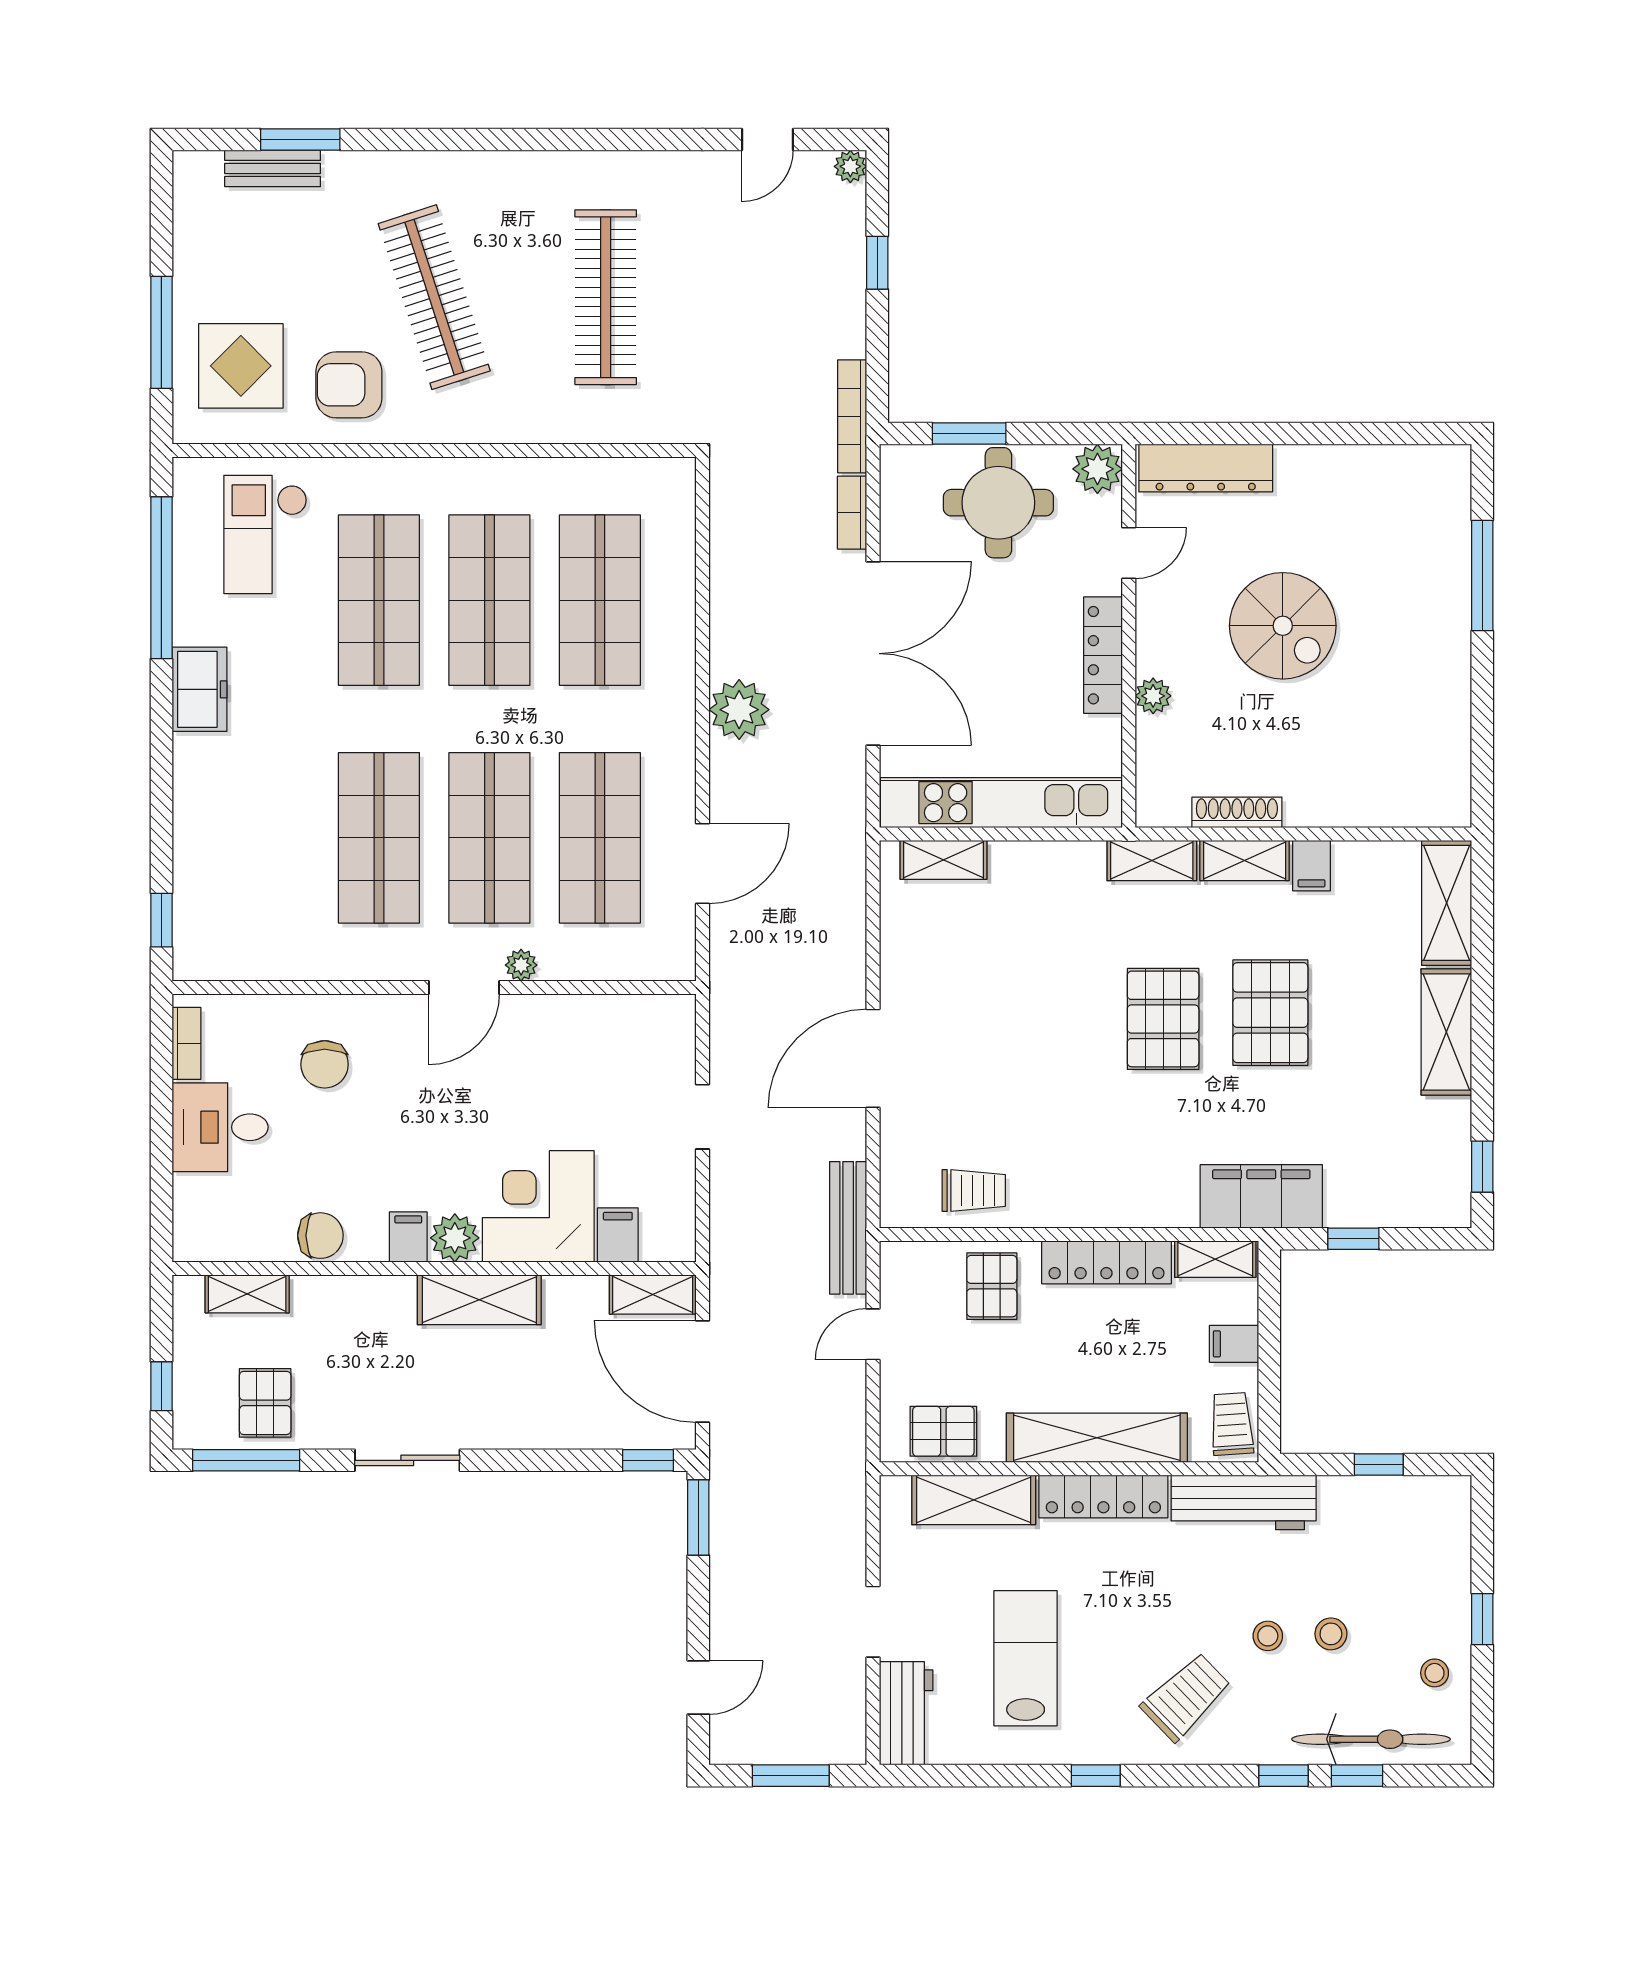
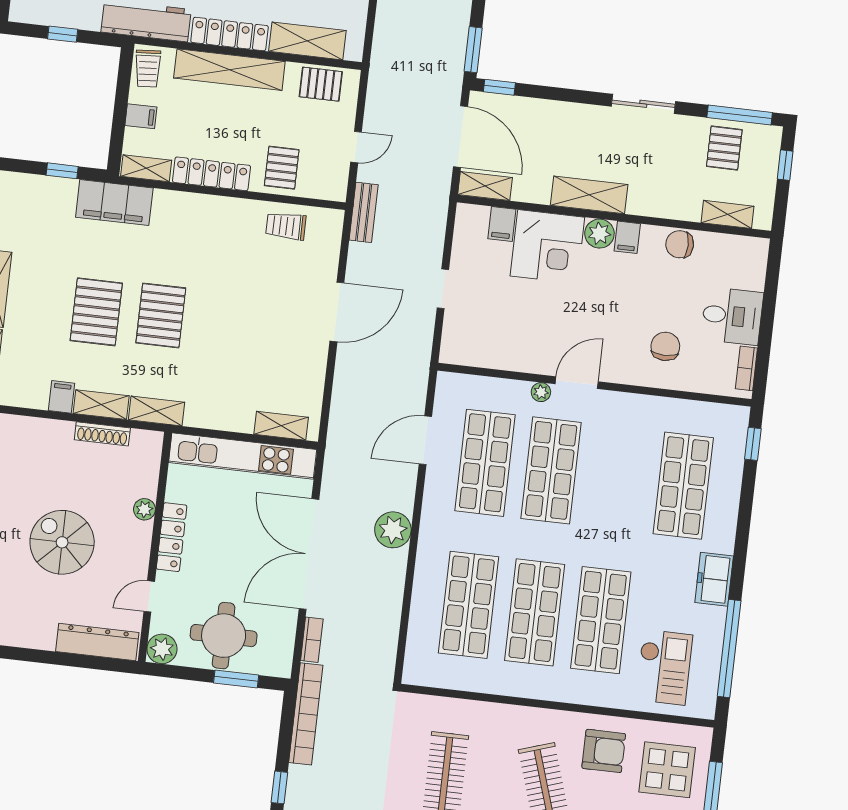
bookcase: (852, 416) -> (306, 714), width x1.48, depth x1.31
shop shelf: (379, 838) -> (683, 486), moved
bench: (848, 1228) -> (364, 212), width x0.73

